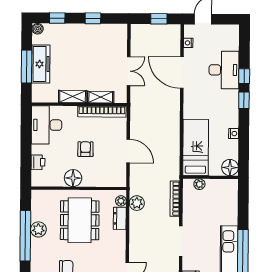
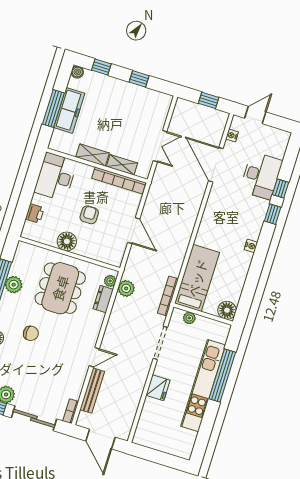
bed: (196, 147) -> (197, 278), moved
floor lamp: (230, 168) -> (227, 310), moved
wall: (210, 177) -> (203, 314), moved
plant: (199, 184) -> (189, 318), moved

